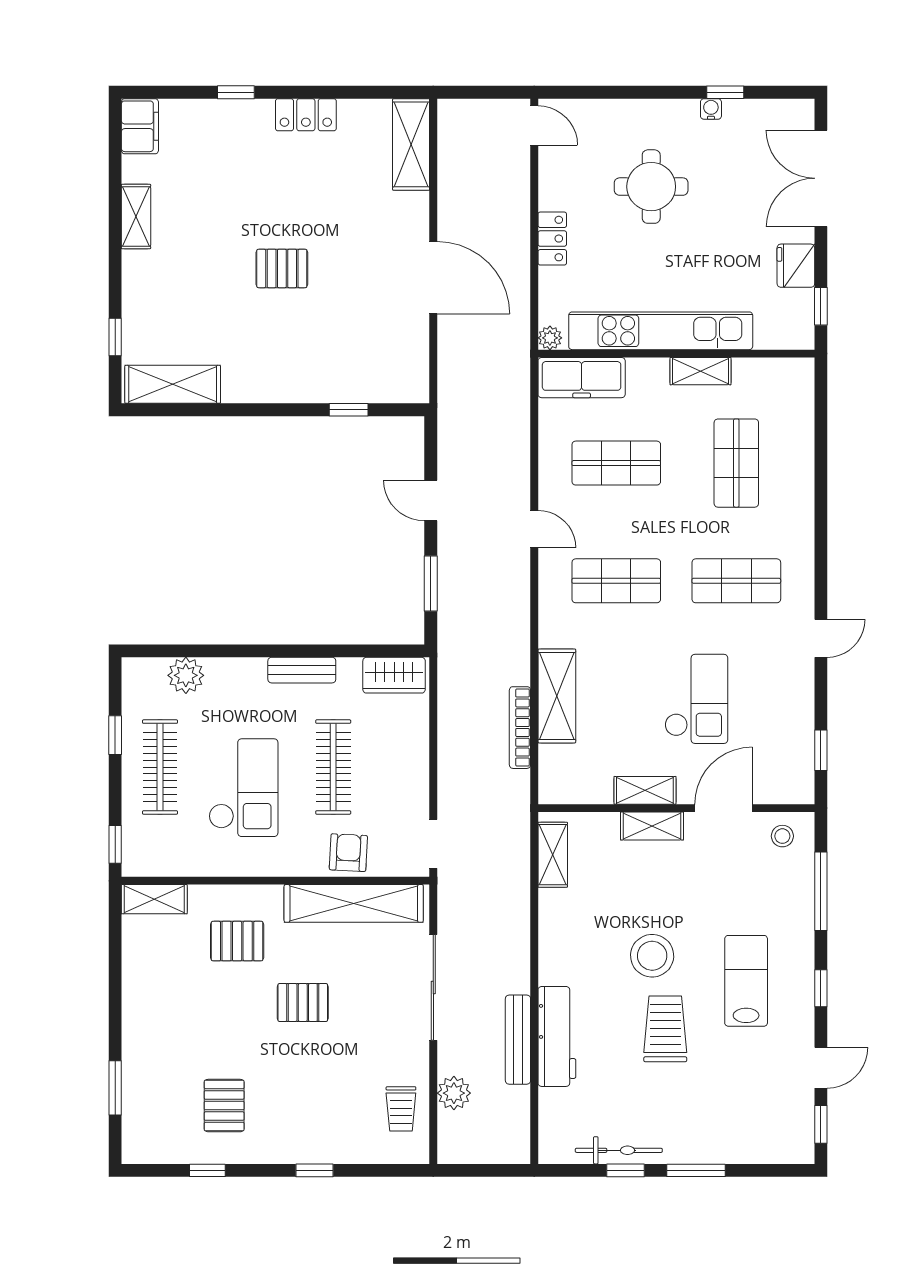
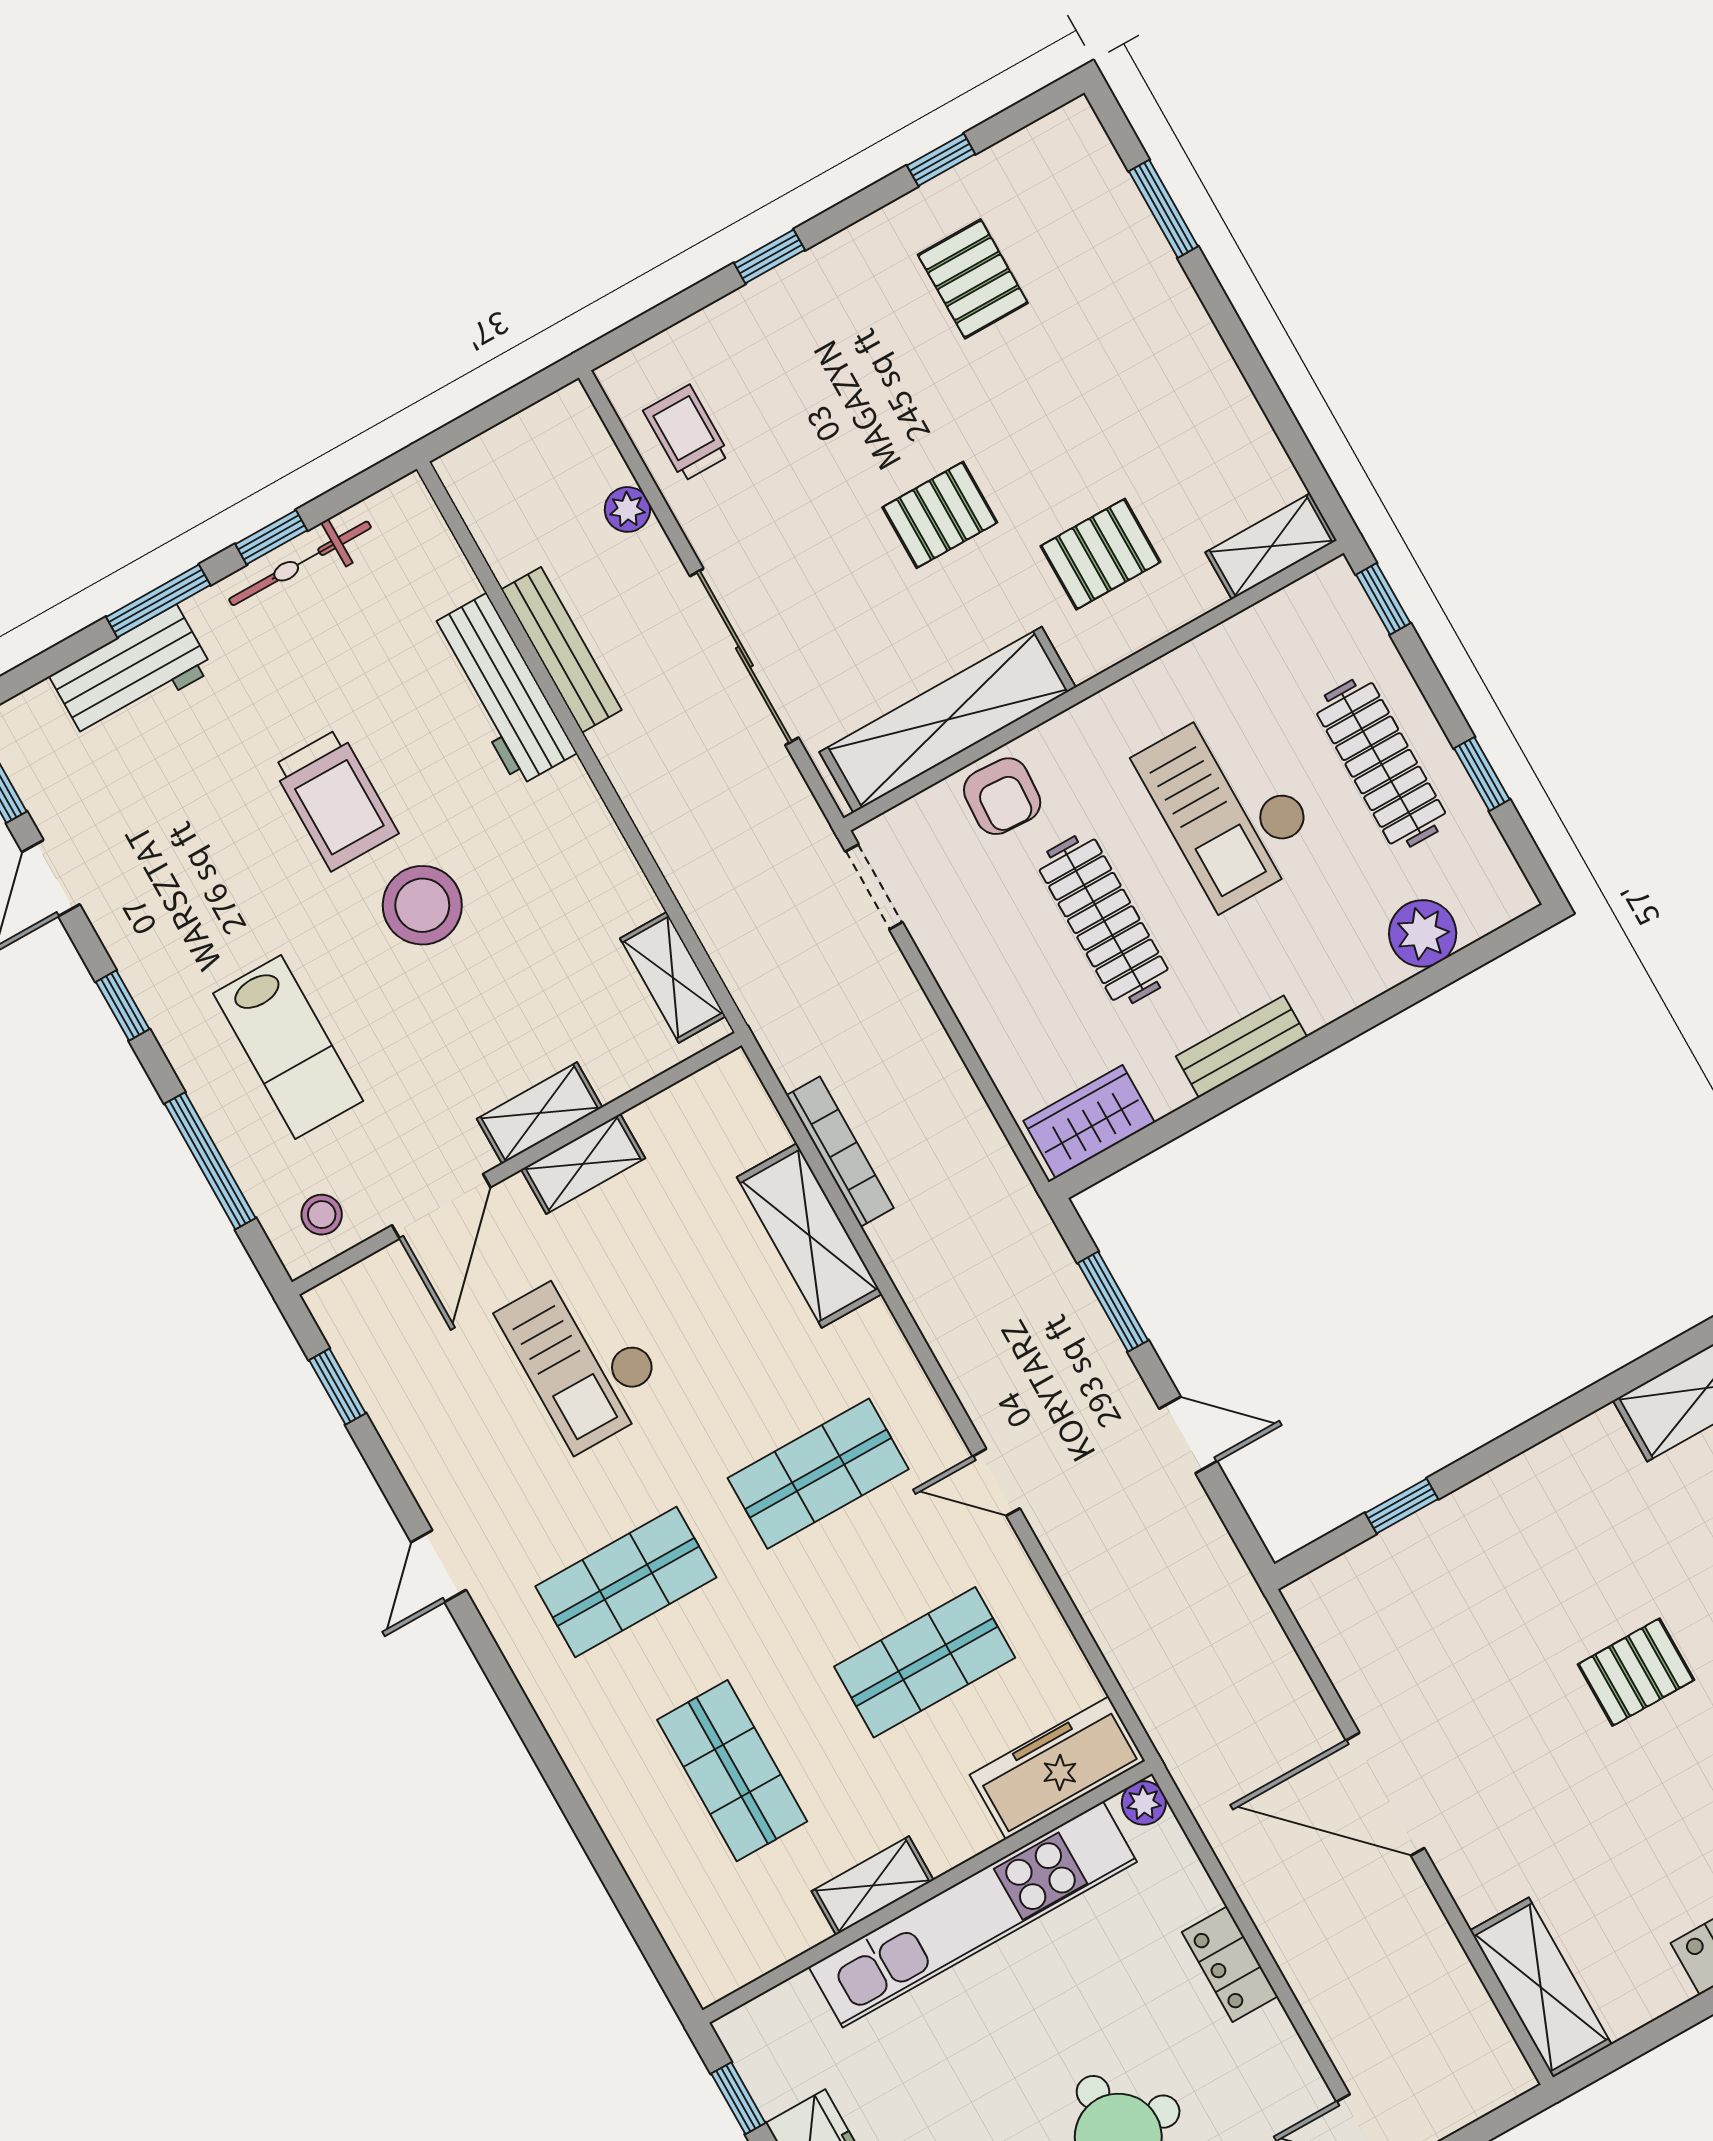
lab bench: (746, 981) -> (288, 1047), moved
plant: (454, 1093) -> (627, 509), width x0.73, depth x0.73
workbench: (728, 1143) -> (131, 673), added

